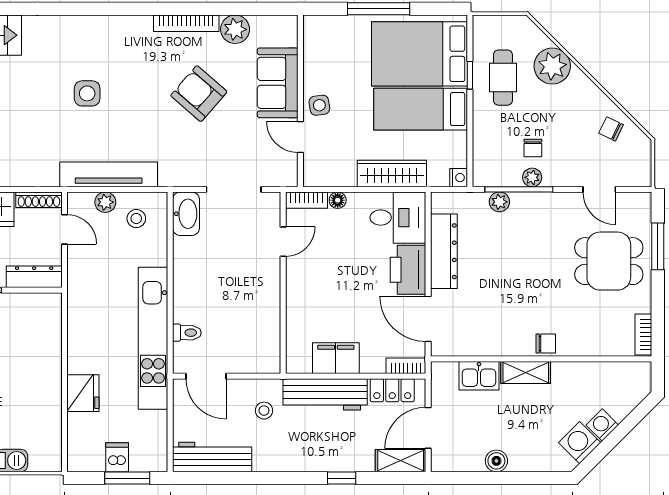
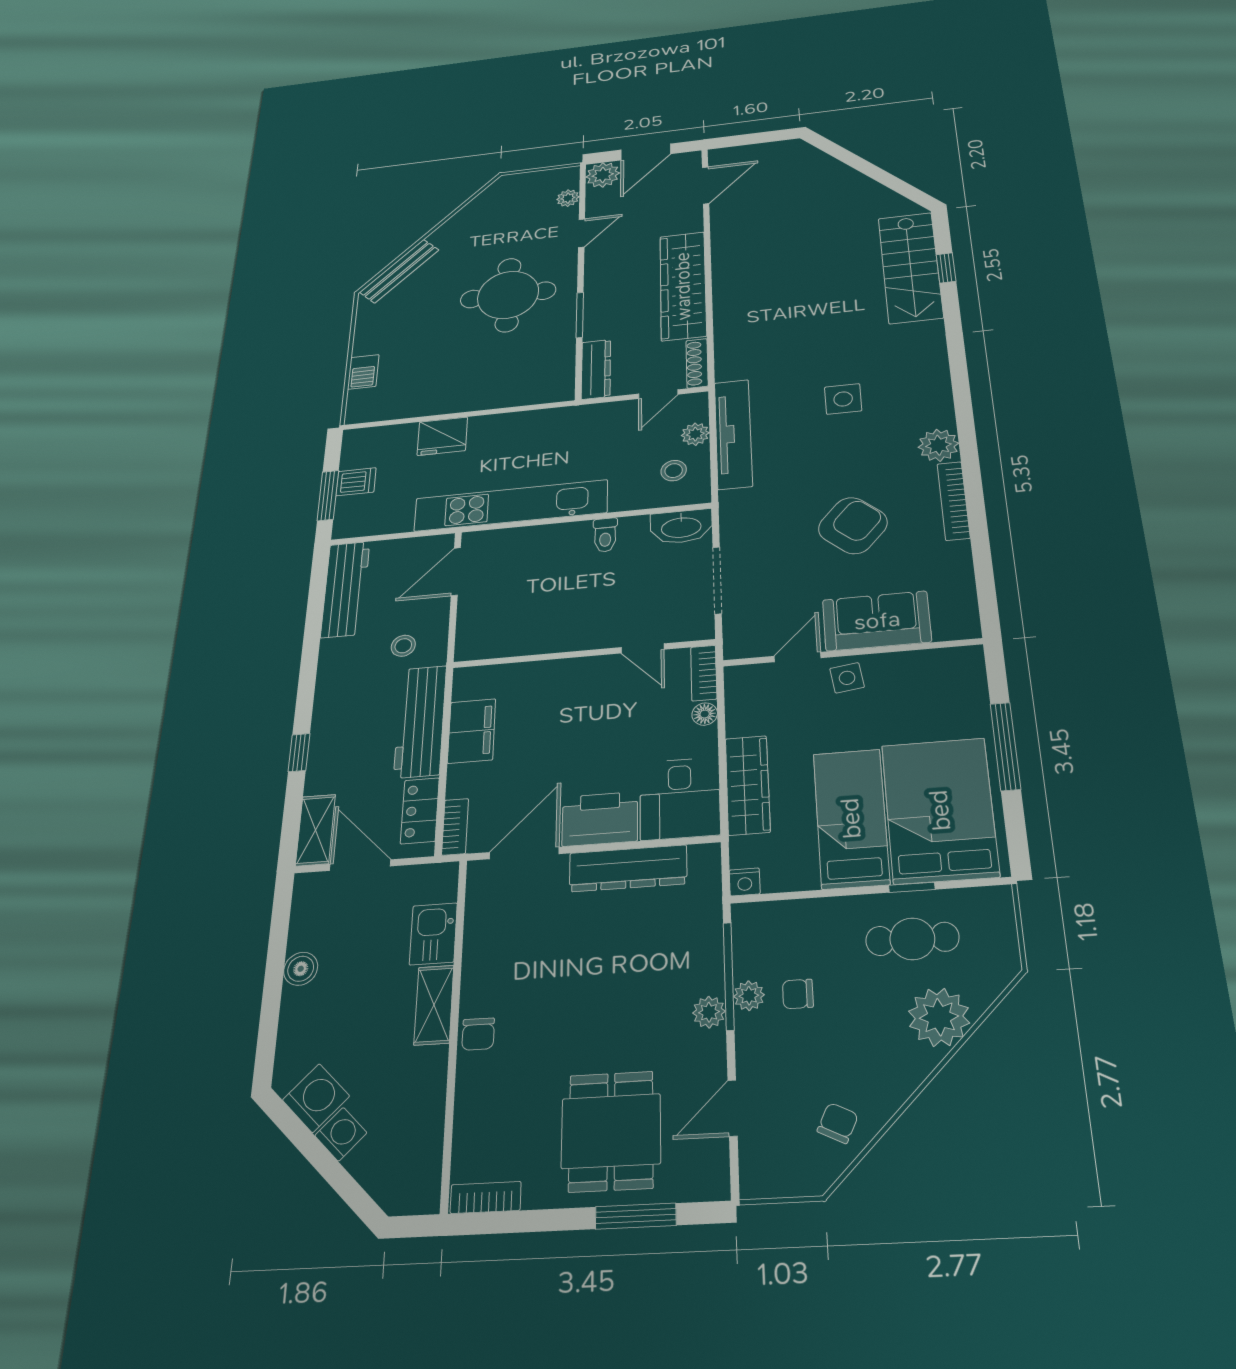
plant: (235, 29) -> (938, 445), moved
plant: (499, 202) -> (709, 1012), moved
toilet: (187, 333) -> (605, 535), moved

